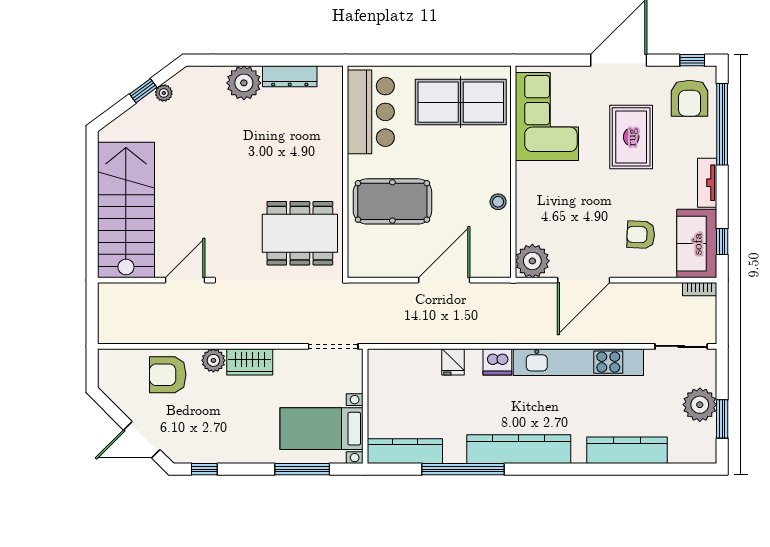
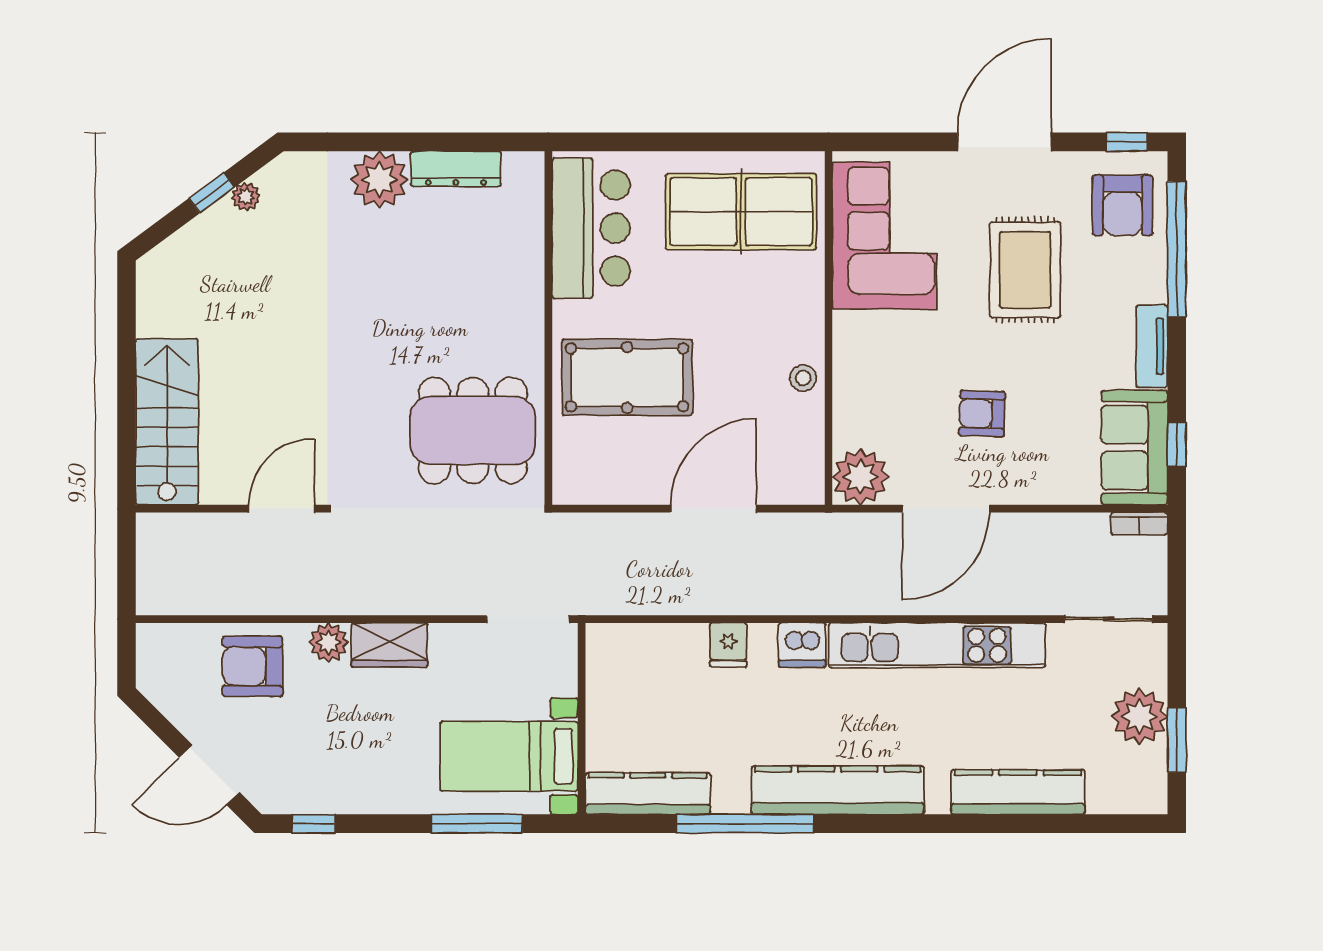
stairs: (126, 210) -> (167, 422), width x0.73, depth x0.66
armchair: (641, 235) -> (982, 414), moved

